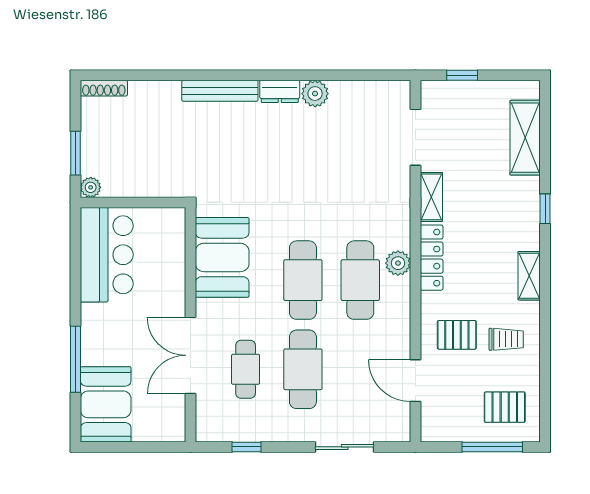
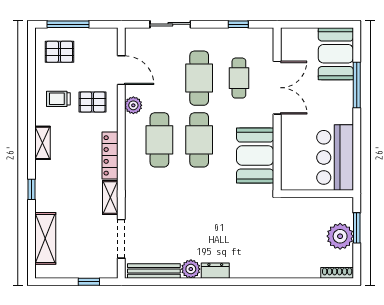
bench: (220, 91) -> (154, 271), moved
plant: (91, 187) -> (340, 236), moved, width x1.88, depth x1.88
plant: (398, 263) -> (133, 105), moved

